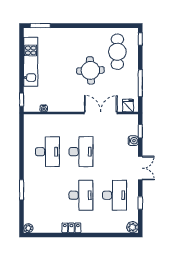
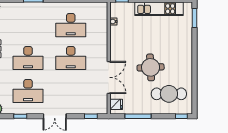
water cooler: (133, 141) -> (82, 109), removed

